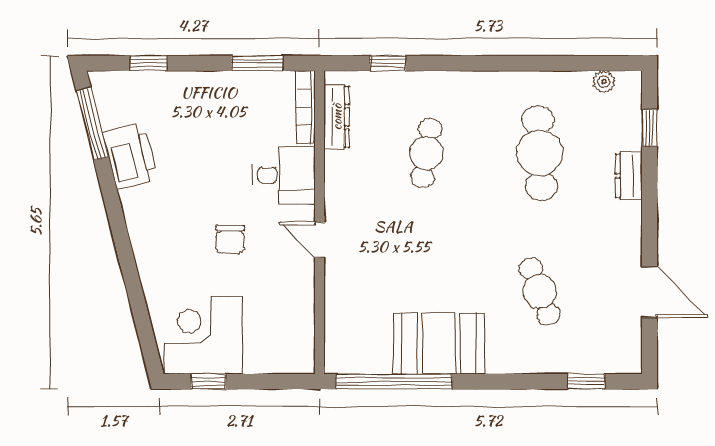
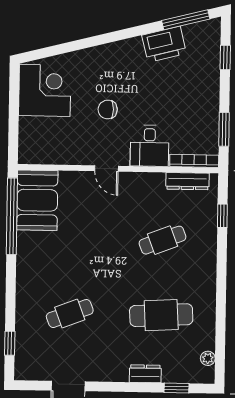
cafe table: (426, 153) -> (163, 240), turned -30
door: (319, 240) -> (106, 168), swing flipped
booth: (439, 344) -> (37, 200), moved
window: (208, 381) -> (14, 93), removed

